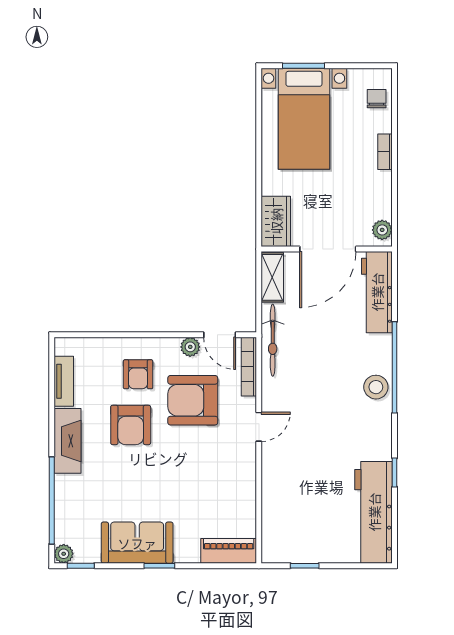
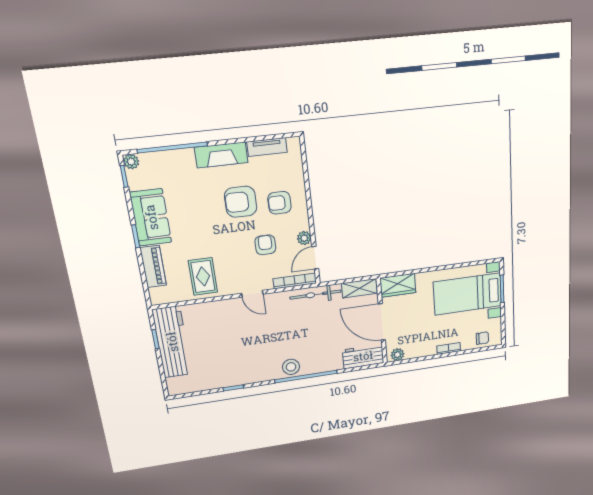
workbench: (377, 292) -> (363, 356), width x0.73
armchair: (193, 400) -> (265, 245), width x0.53, depth x0.53
rug: (225, 489) -> (203, 276), added
workbench: (374, 512) -> (172, 342), moved, turned 90
piano: (229, 551) -> (153, 267), moved

